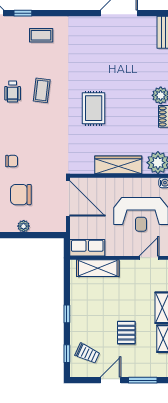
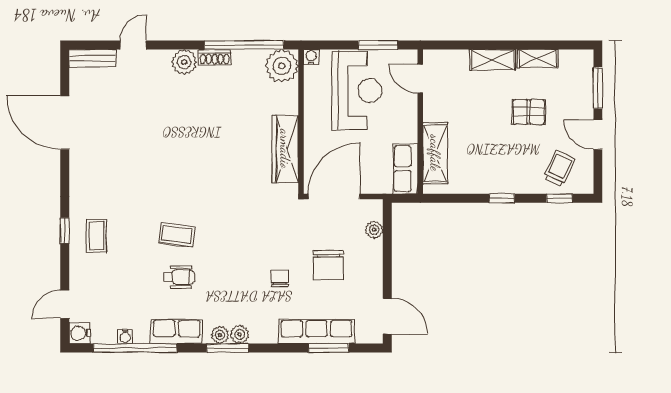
window: (23, 13) -> (65, 231), moved
rug: (94, 108) -> (203, 159), removed
wardrobe: (118, 165) -> (285, 149), moved
plant: (24, 226) -> (374, 230), moved

